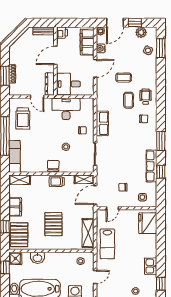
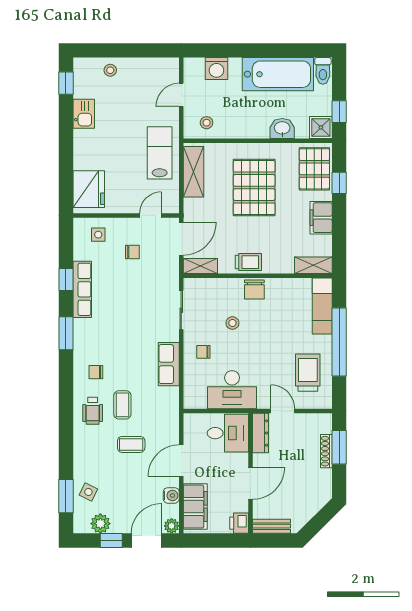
pallet: (53, 224) -> (254, 188), width x1.37, depth x1.41

